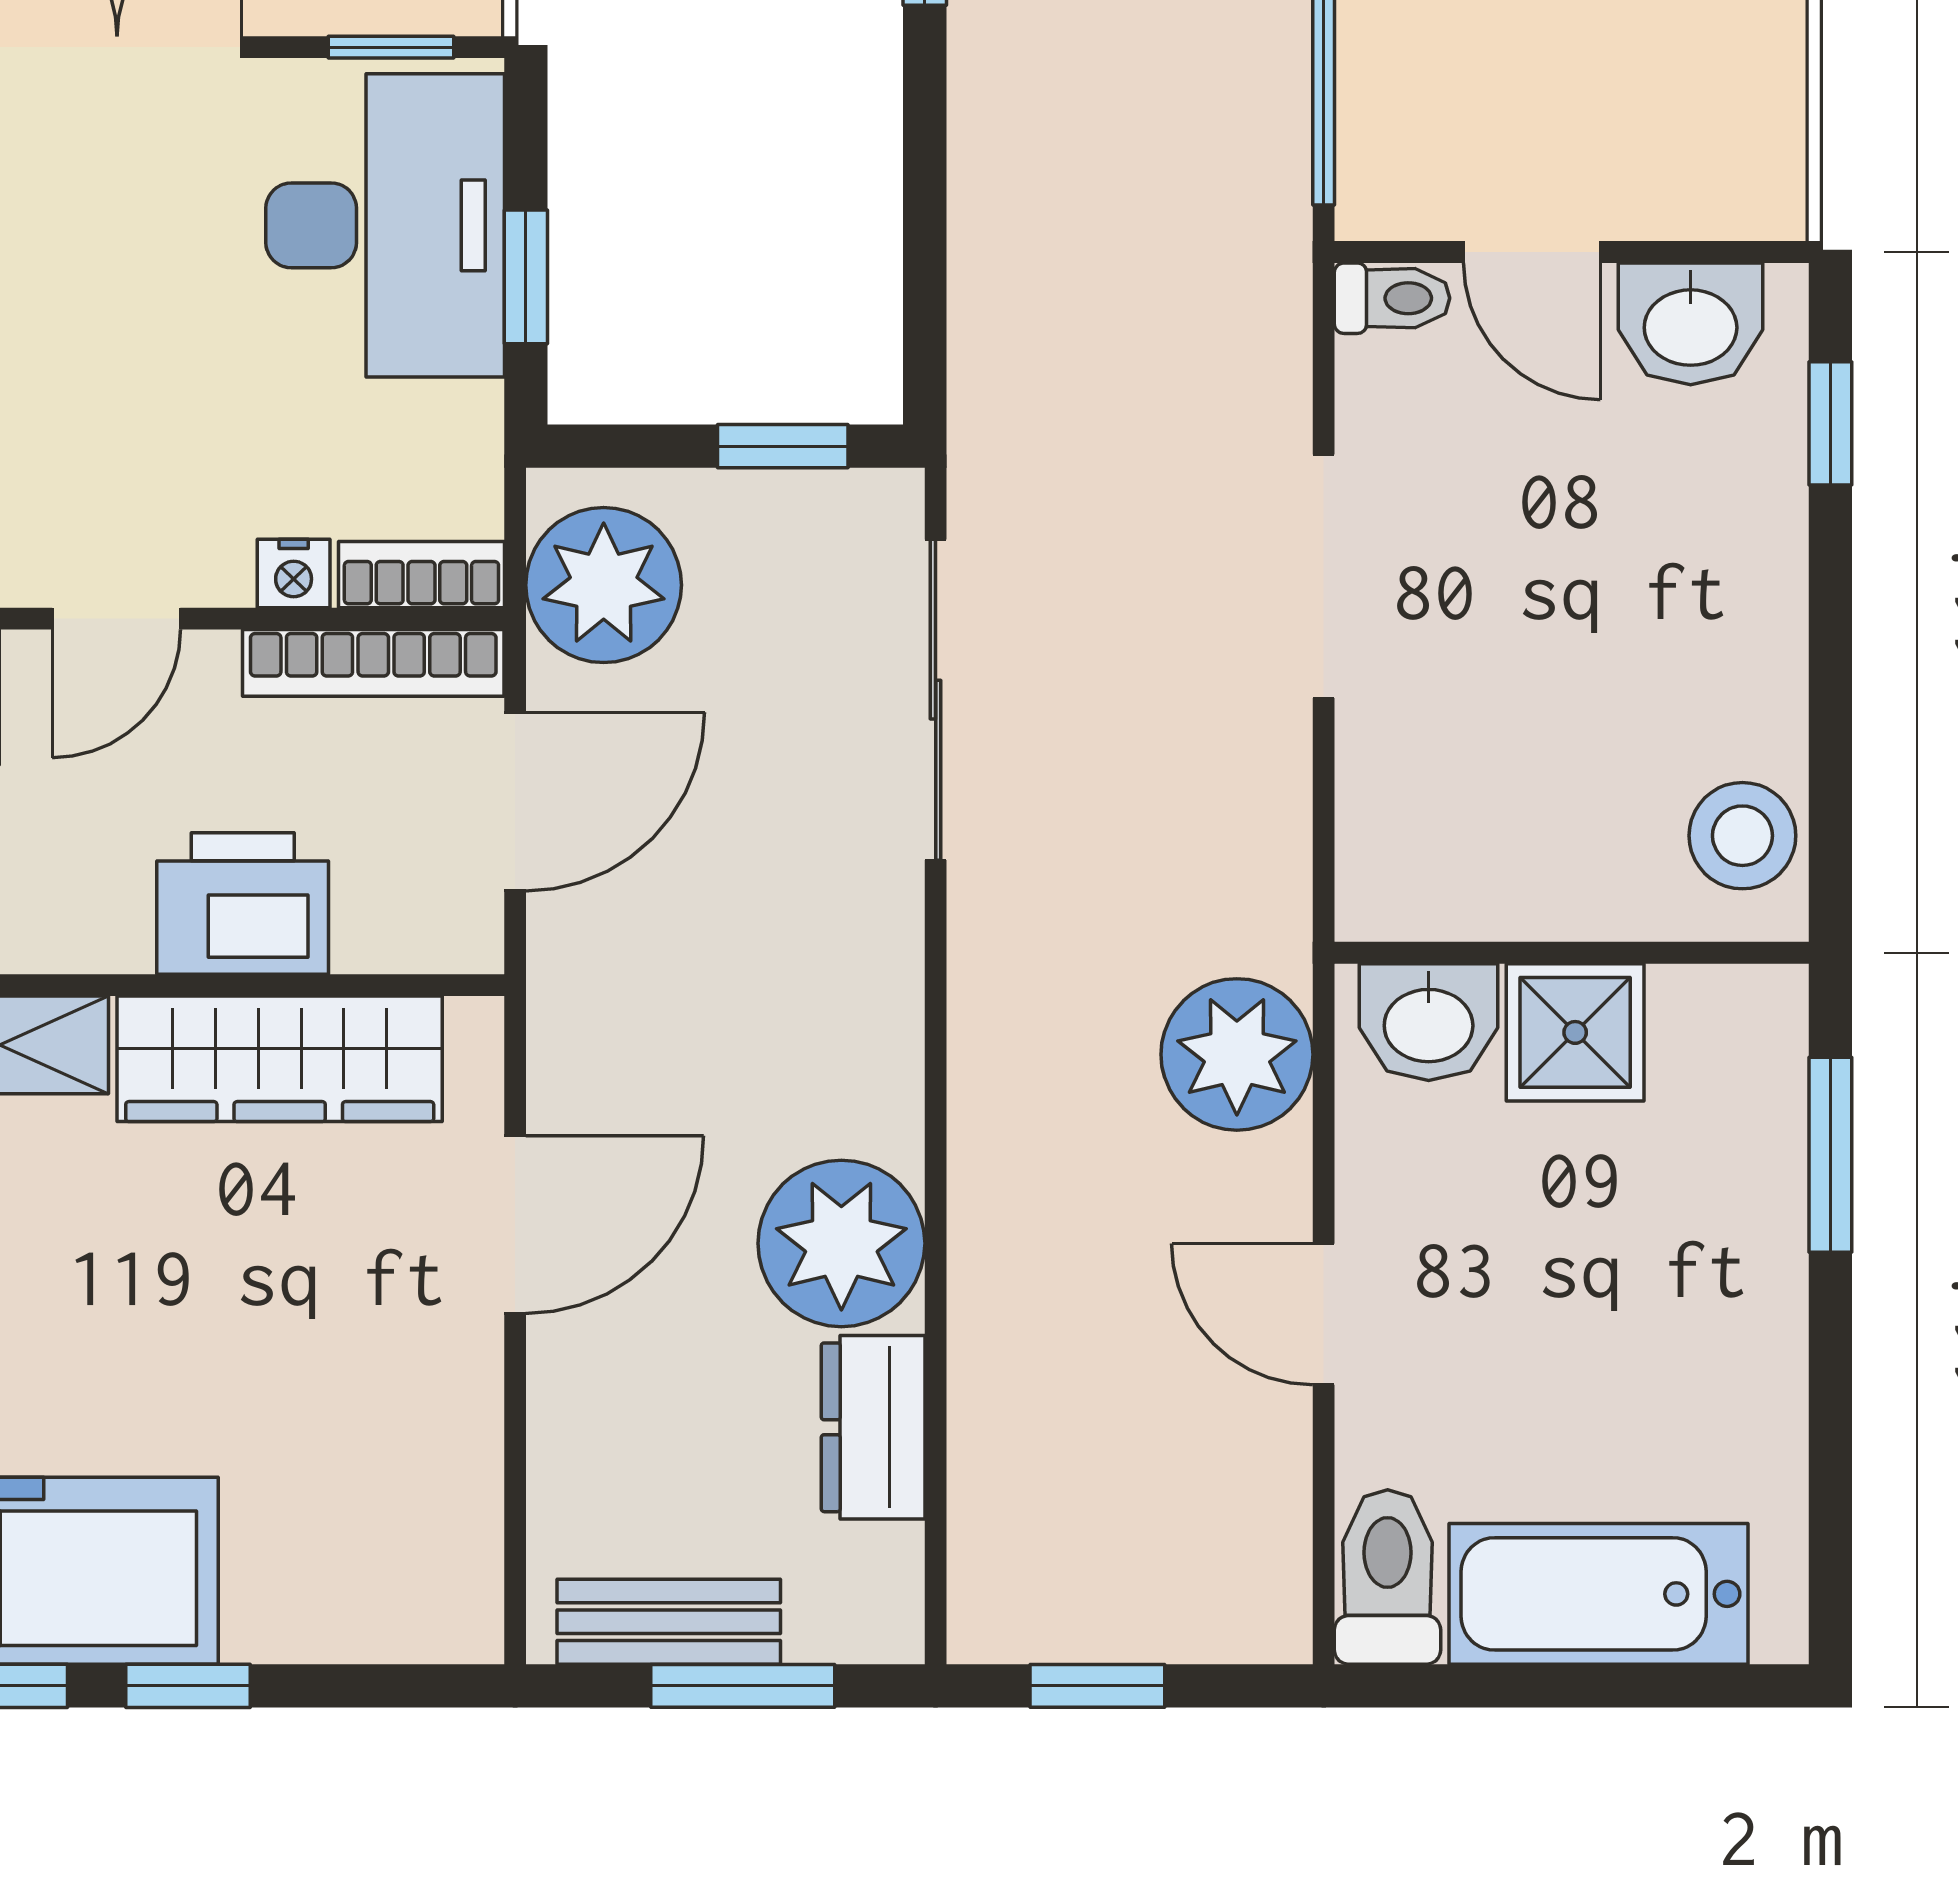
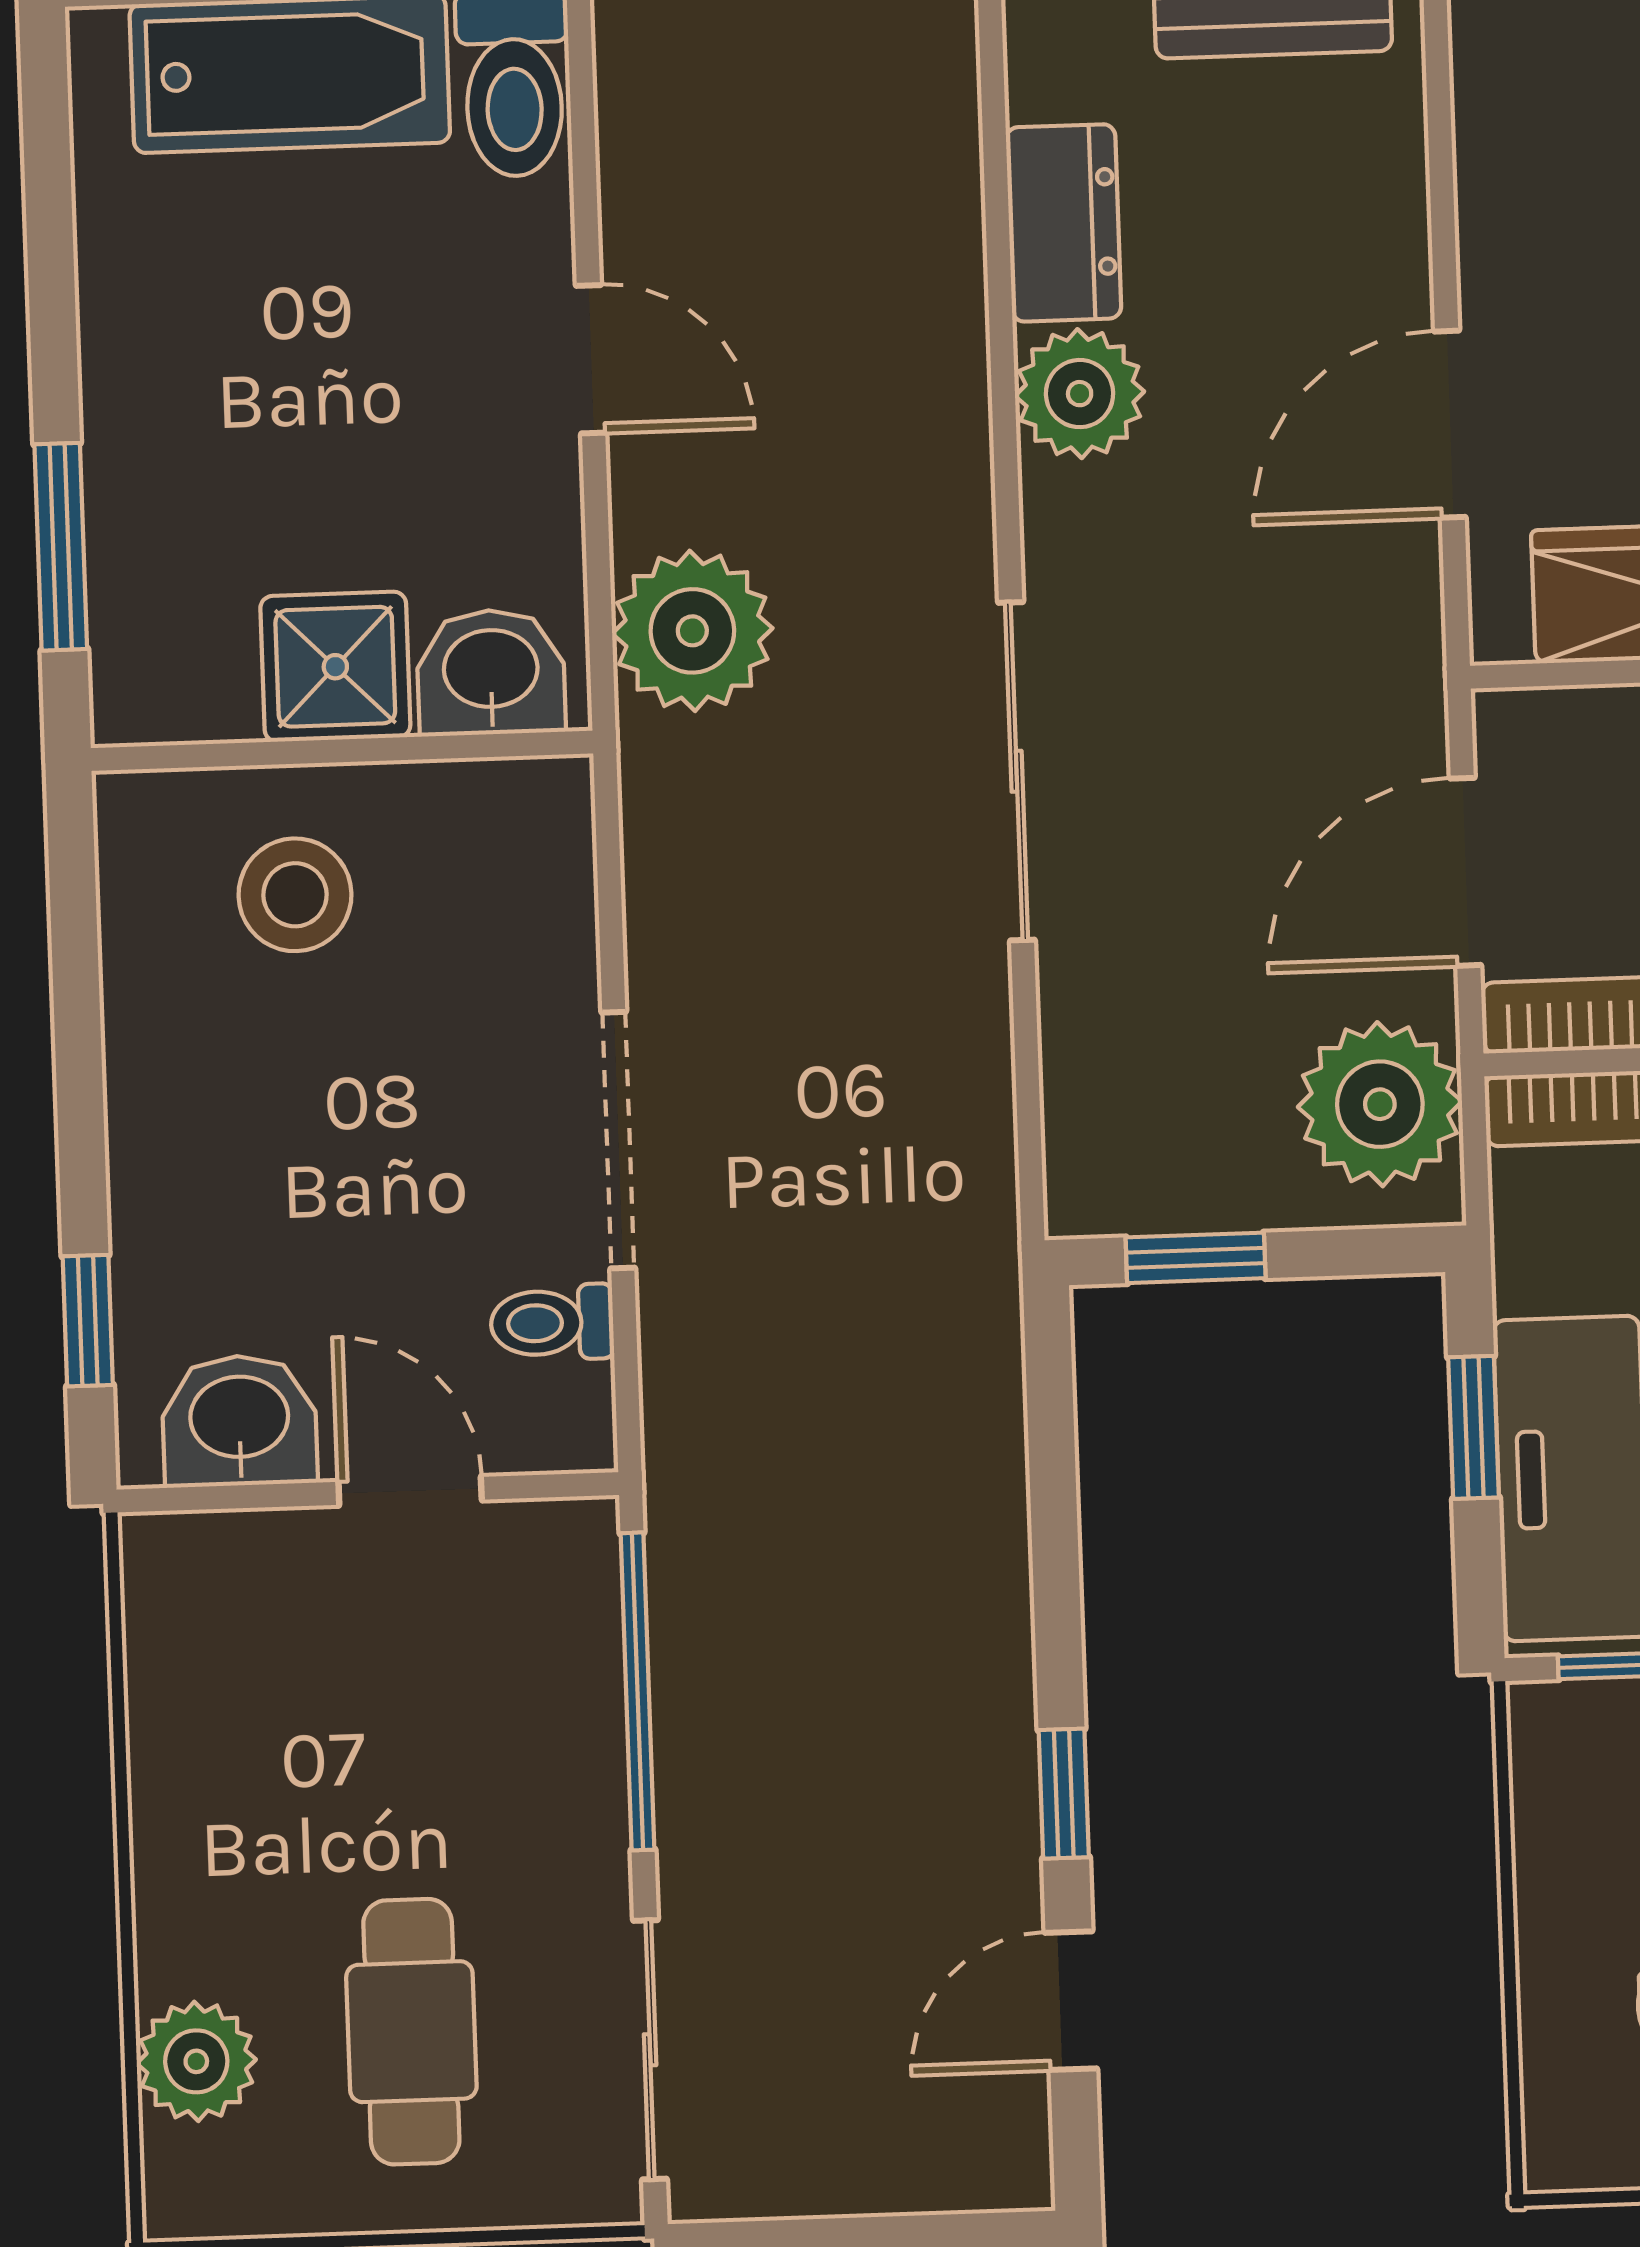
toilet: (1392, 298) -> (552, 1323), moved
sliding door: (936, 700) -> (1017, 771), moved
stool: (1742, 836) -> (295, 895), moved
plant: (841, 1243) -> (1080, 394), width x0.73, depth x0.73

